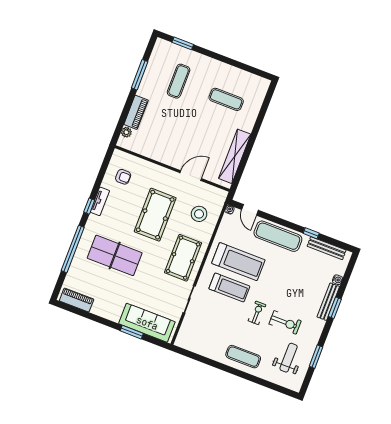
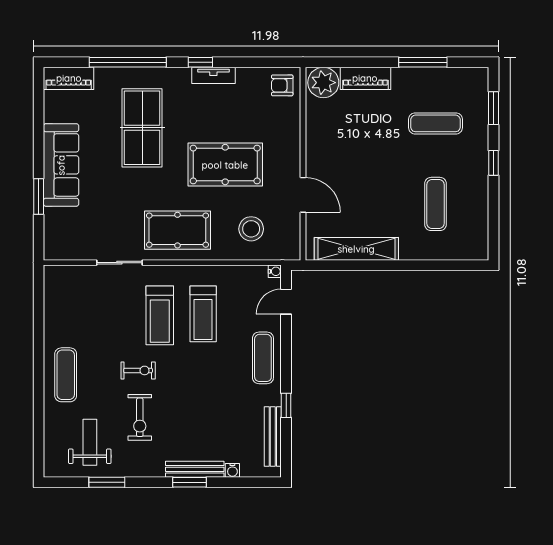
window: (215, 56) -> (494, 163), added
plant: (126, 132) -> (323, 83), width x1.87, depth x1.87
armchair: (123, 177) -> (282, 85), moved, turned 90
exercise mat: (278, 236) -> (263, 358), width x0.73, depth x0.69
treadmill: (238, 262) -> (203, 314), width x0.73, depth x0.73
piano: (77, 300) -> (69, 78), moved, turned 90
sofa: (147, 323) -> (61, 165), moved
weight bench: (289, 358) -> (90, 442), turned -90

